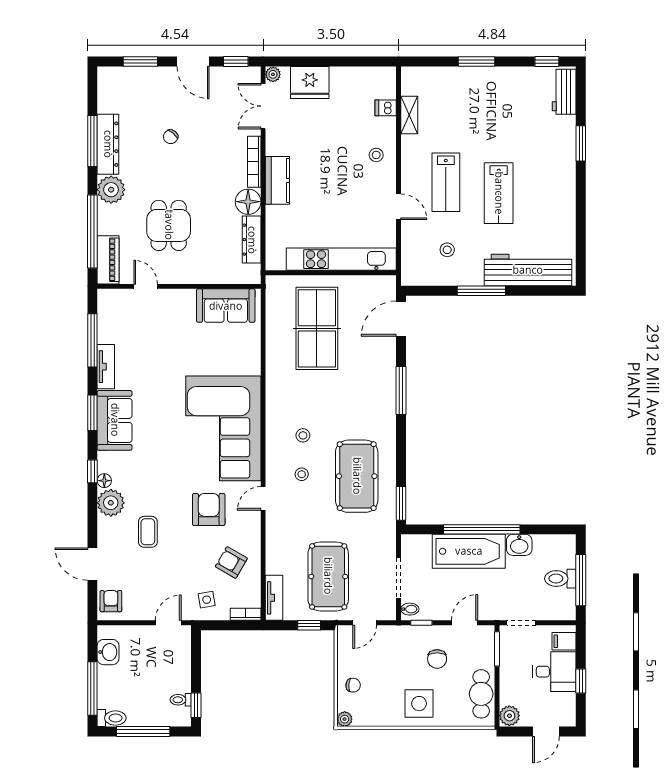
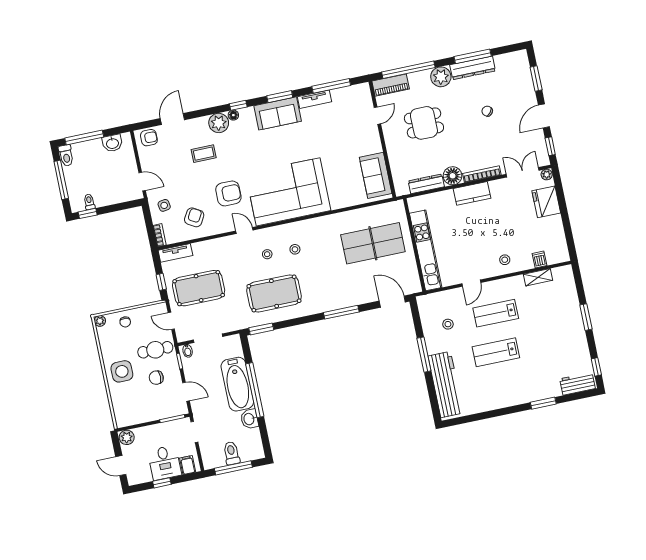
cafe table: (481, 694) -> (155, 350), moved

